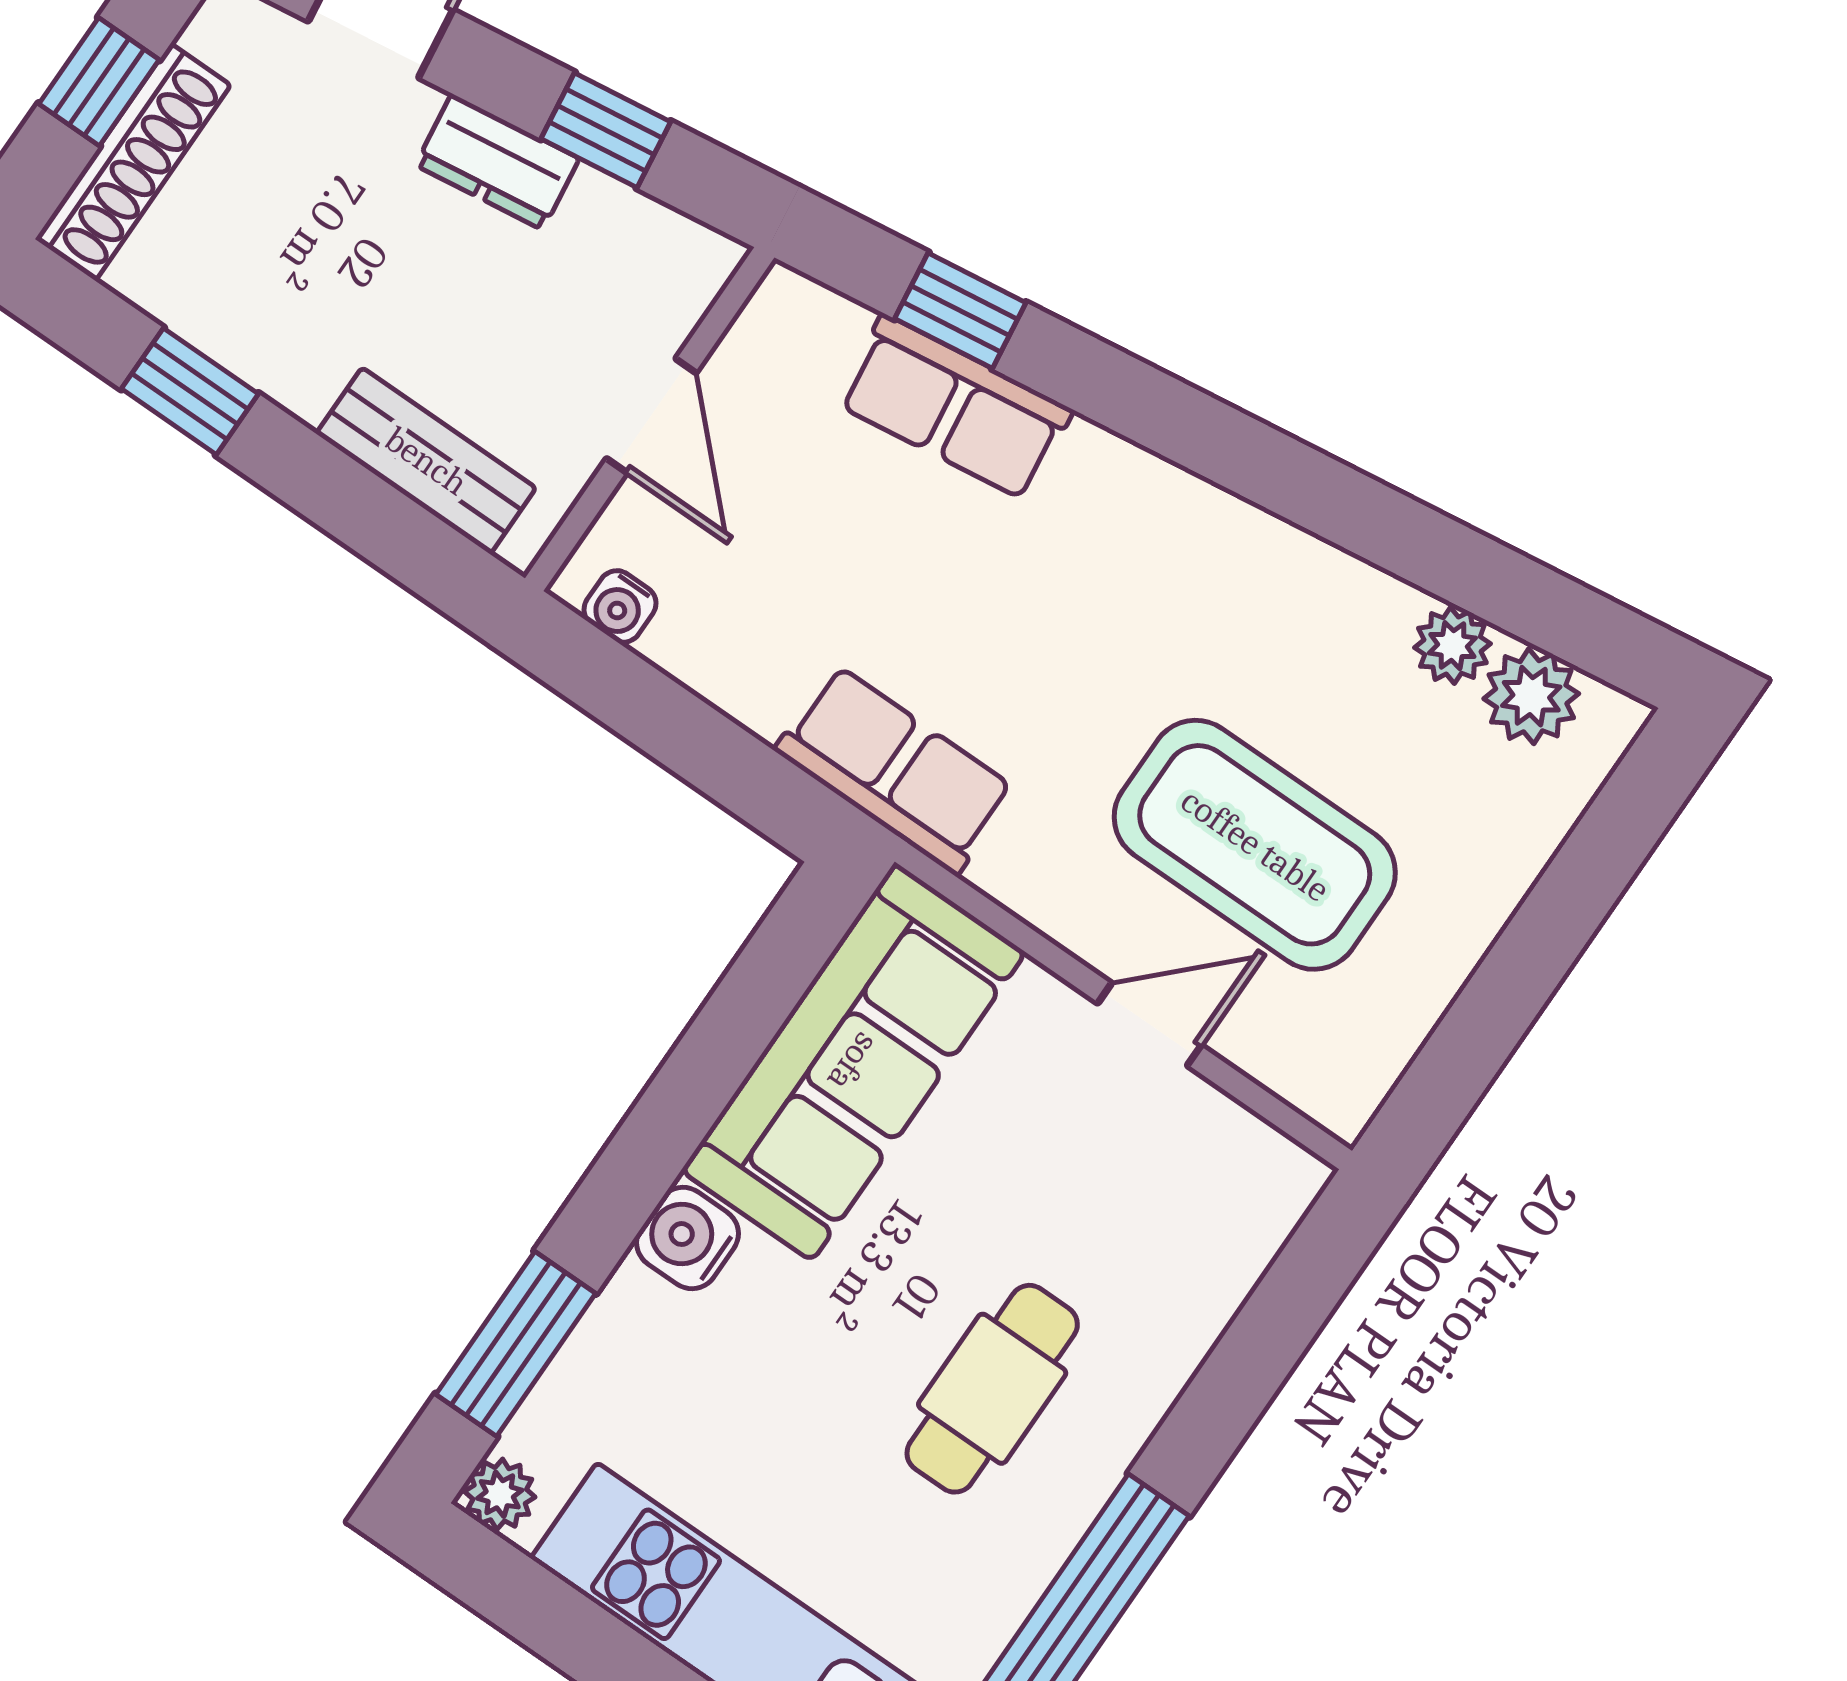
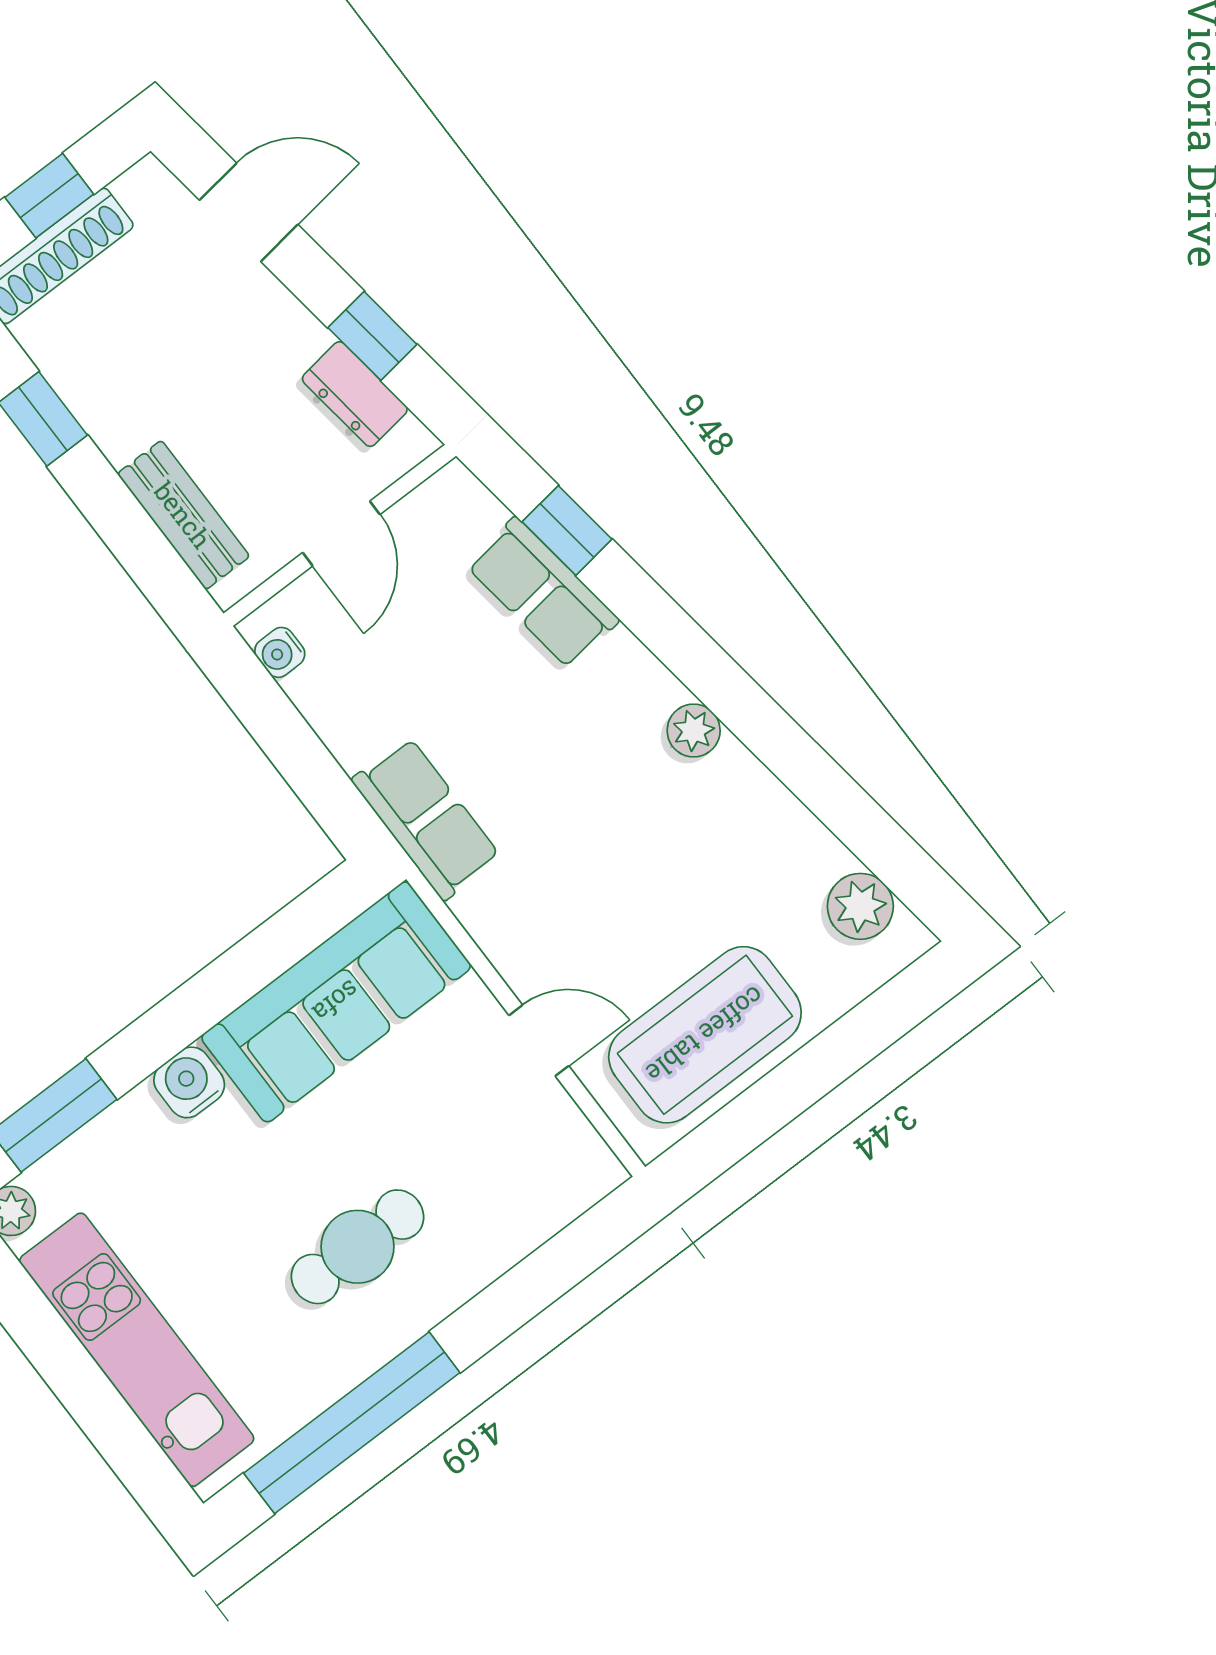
dresser: (497, 162) -> (355, 394), moved
plant: (1452, 646) -> (694, 731), moved
coffee table: (1255, 845) -> (705, 1035), moved, turned 90

